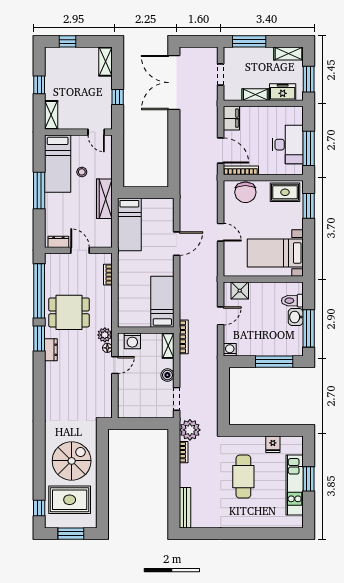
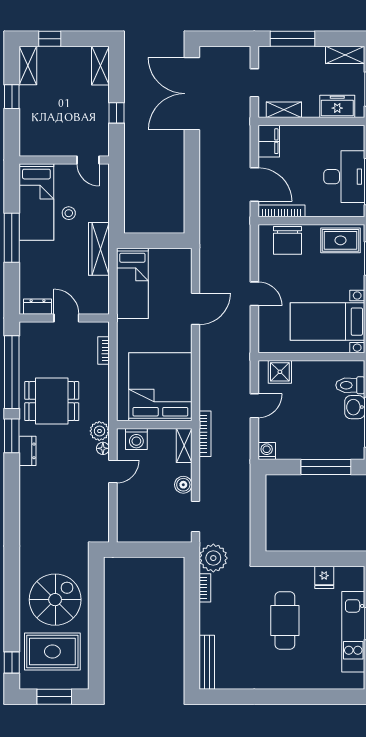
shelving: (255, 95) -> (284, 110), moved
shelving: (51, 115) -> (28, 65), moved
bed: (162, 302) -> (160, 387), width x2.04

